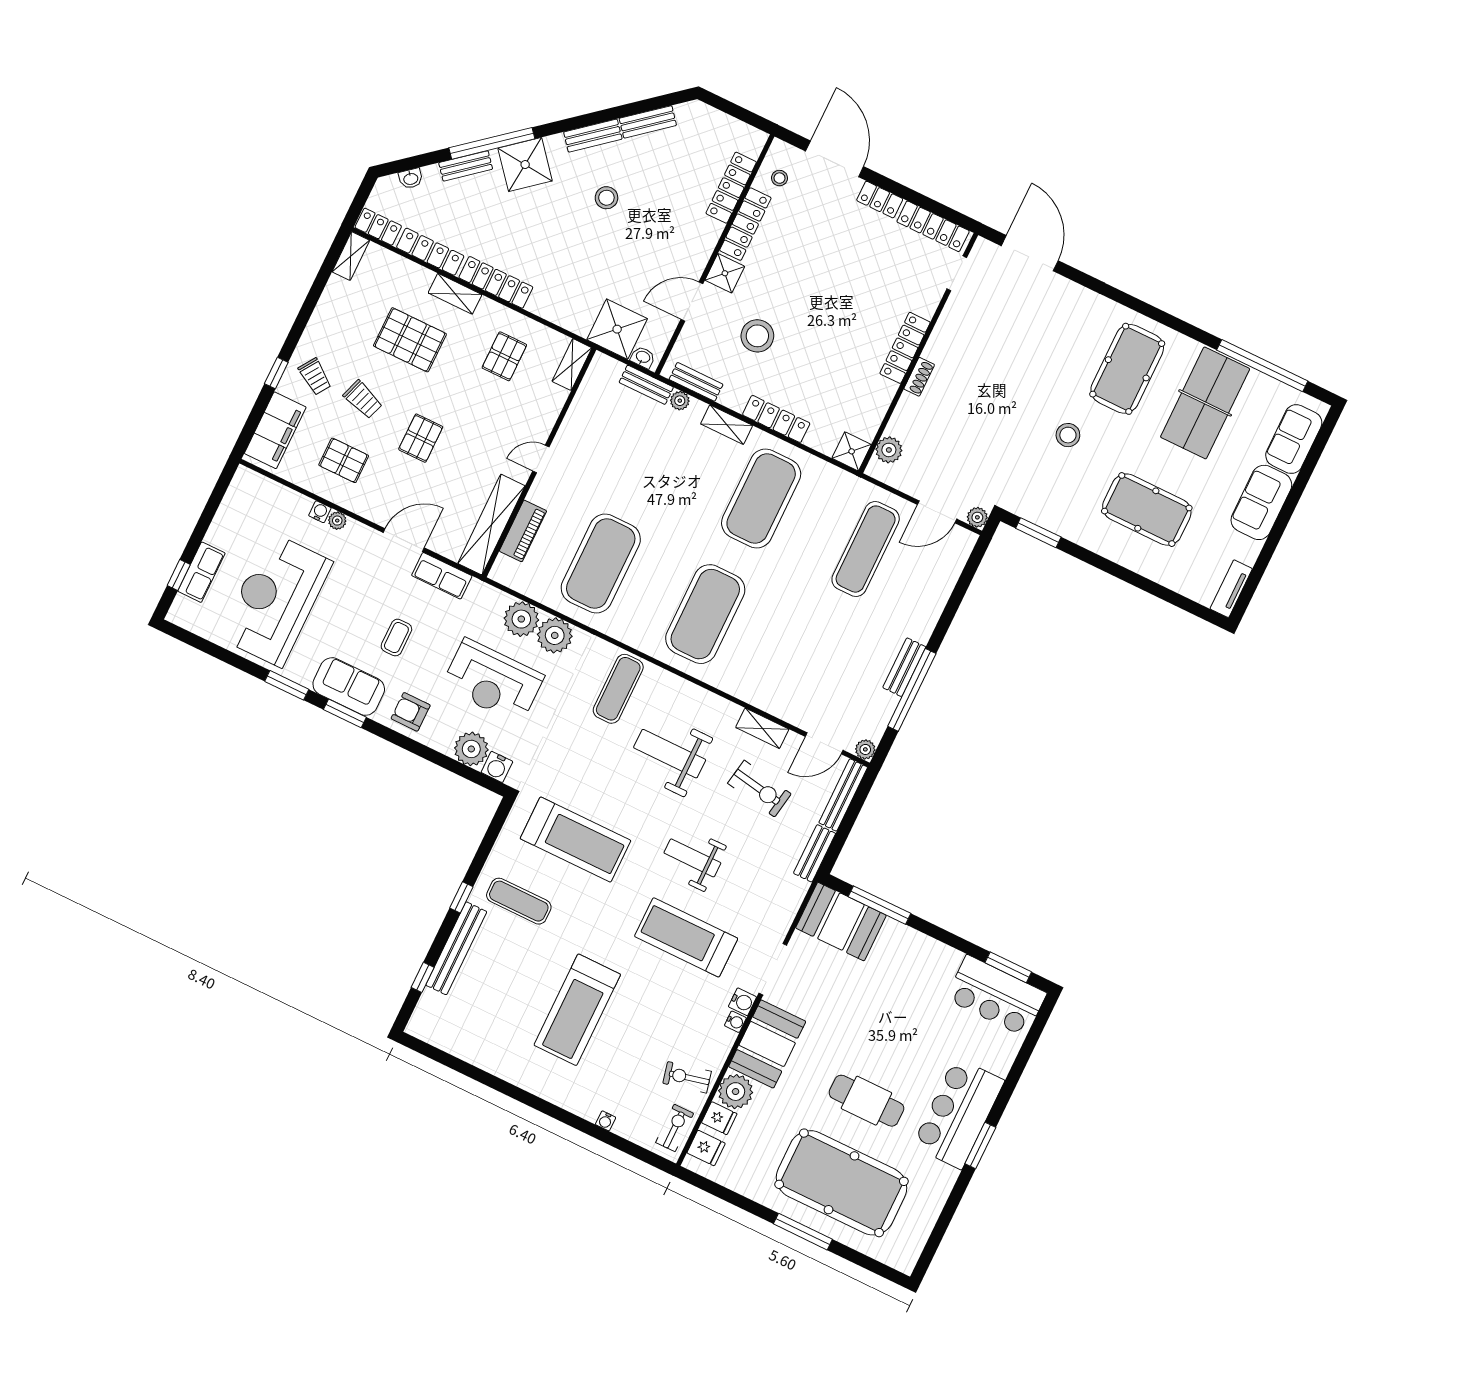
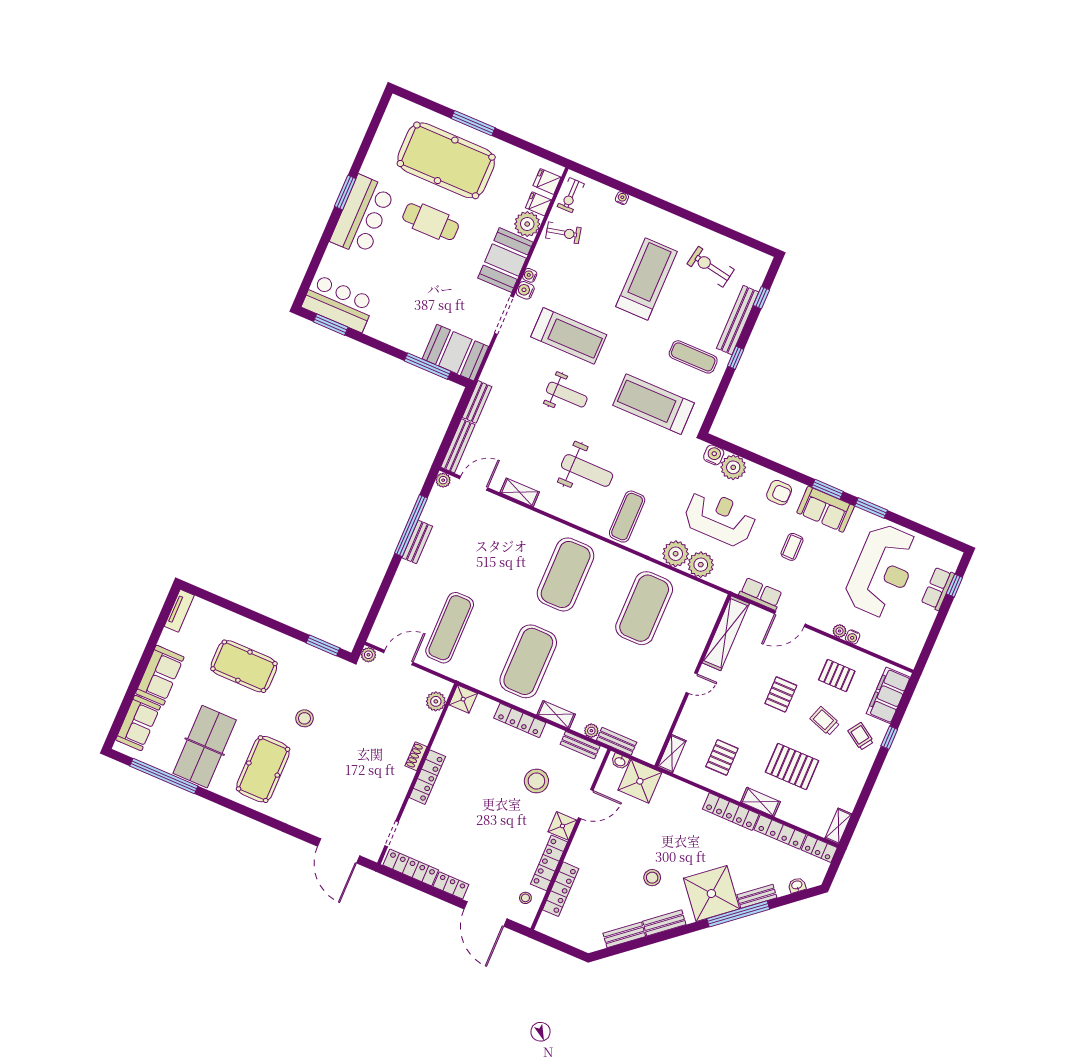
shower: (525, 165) -> (711, 894), width x1.37, depth x1.37
piano: (523, 531) -> (702, 630), removed
exercise bike: (759, 789) -> (711, 267), moved

